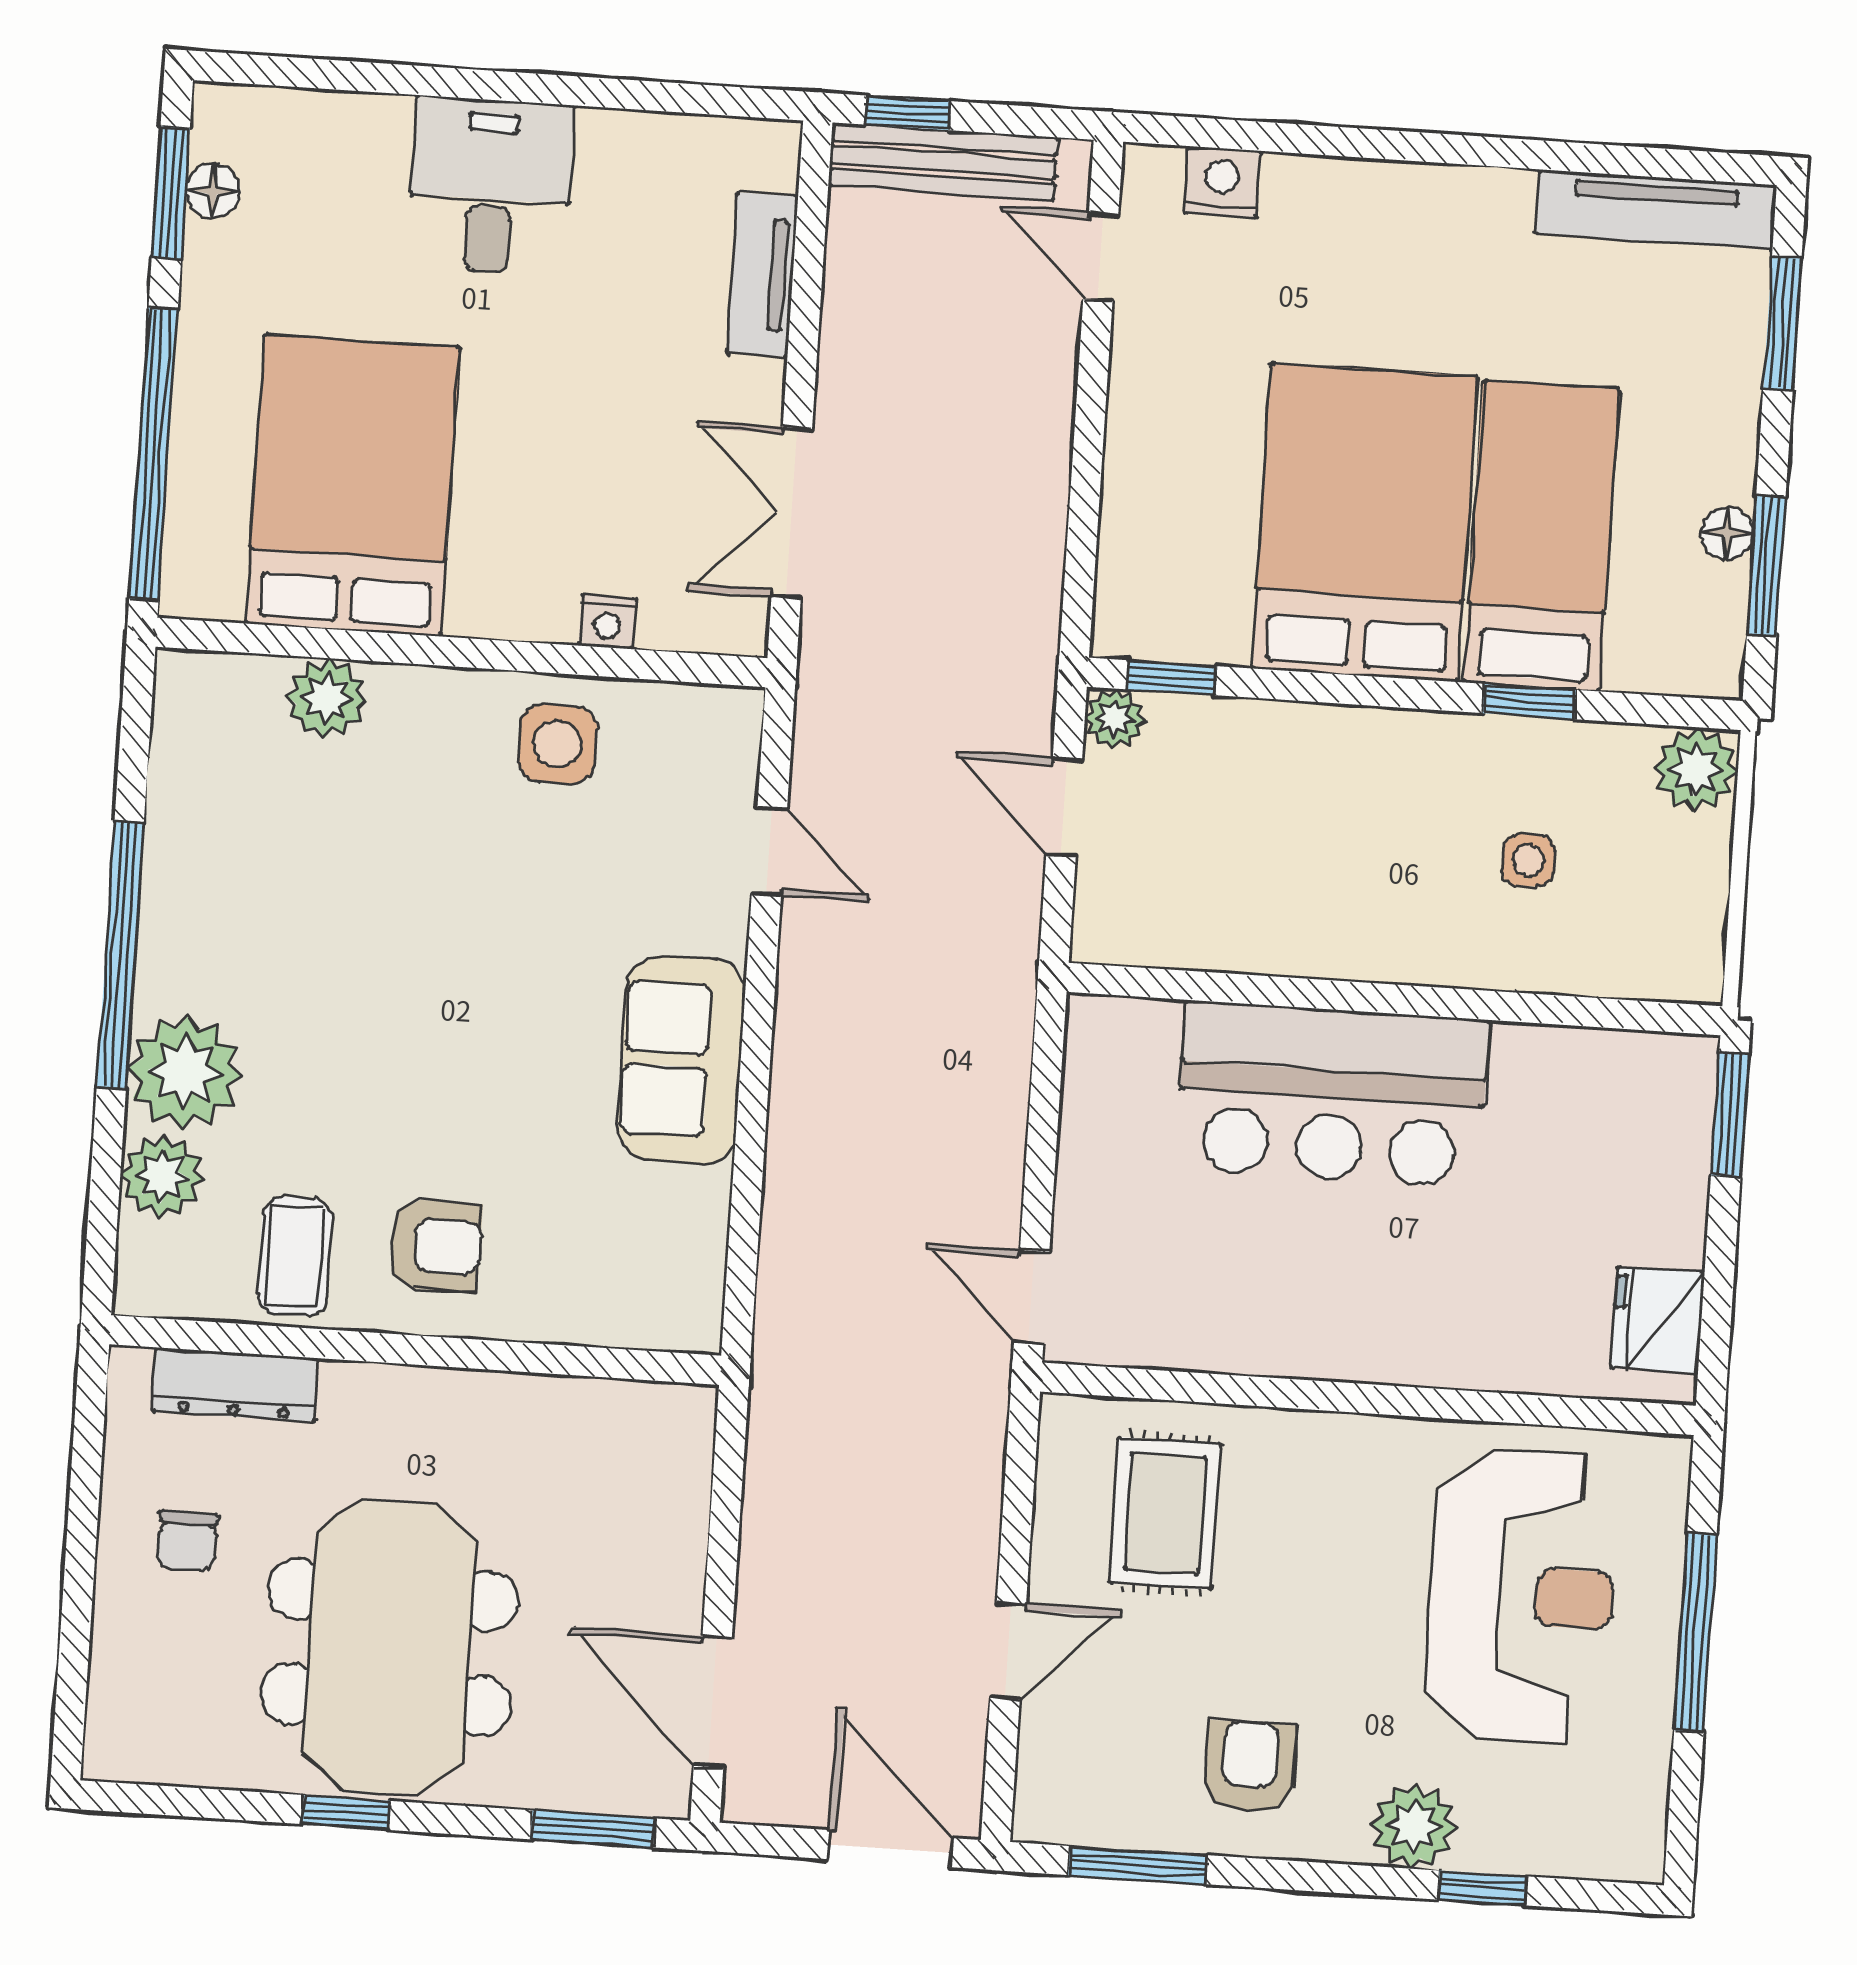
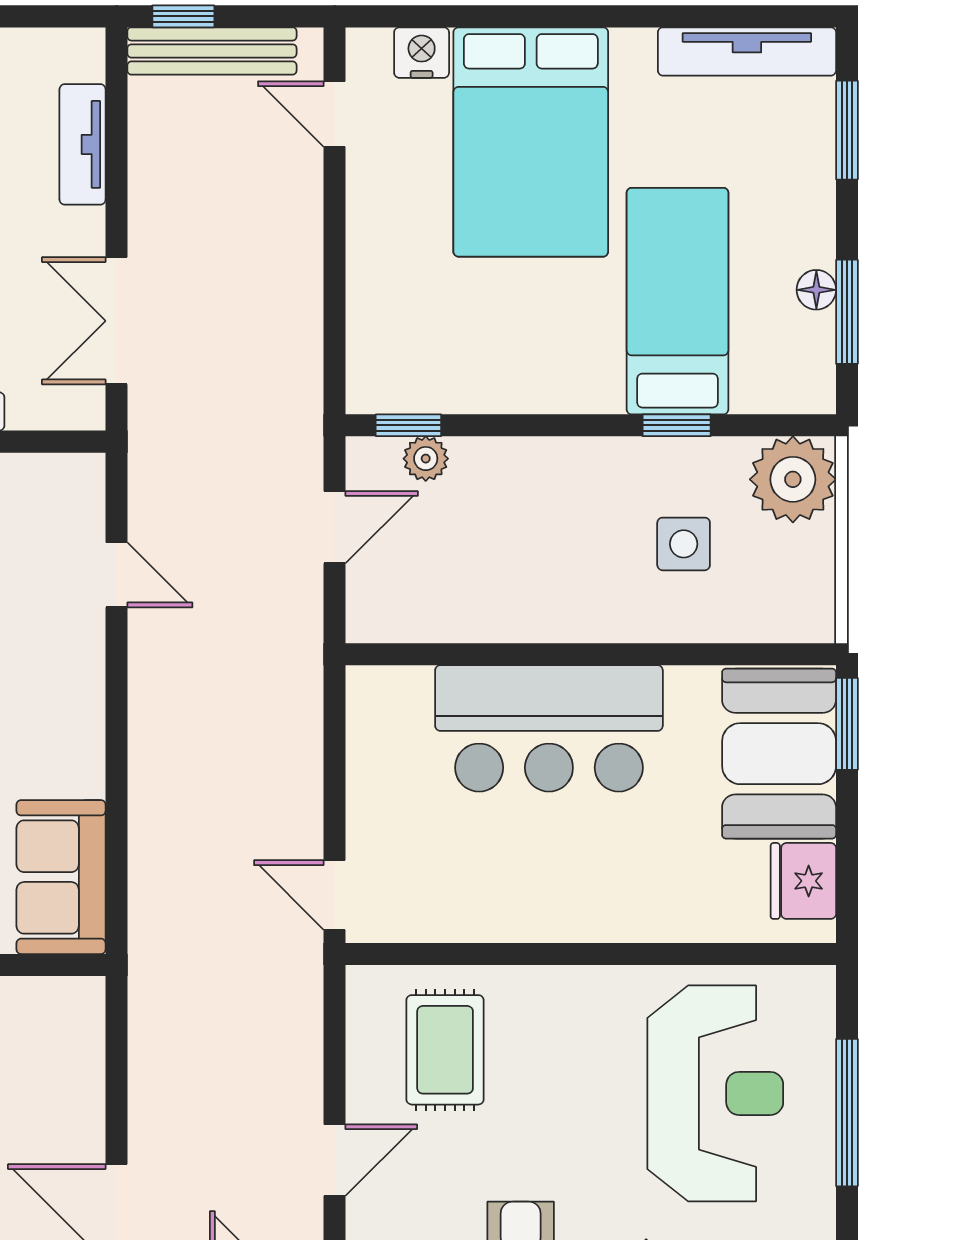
bed: (1365, 522) -> (531, 142), moved, turned 180
plant: (1115, 719) -> (426, 459), moved
plant: (1696, 770) -> (793, 479), width x1.36, depth x1.36
door: (1064, 807) -> (335, 527), swing flipped
side table: (1528, 860) -> (684, 544), width x1.37, depth x1.37
sofa: (681, 1060) -> (61, 877), moved
booth: (1637, 1148) -> (779, 754), added

